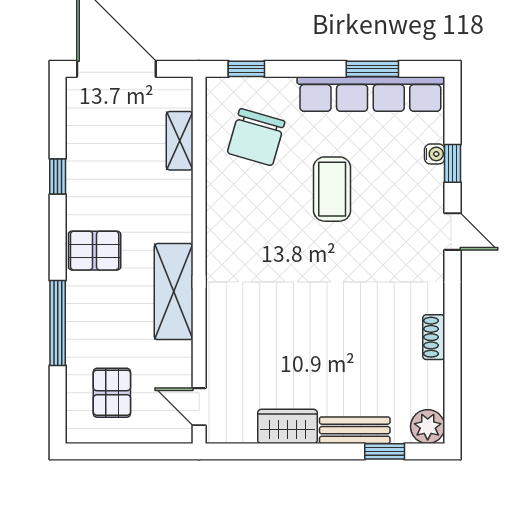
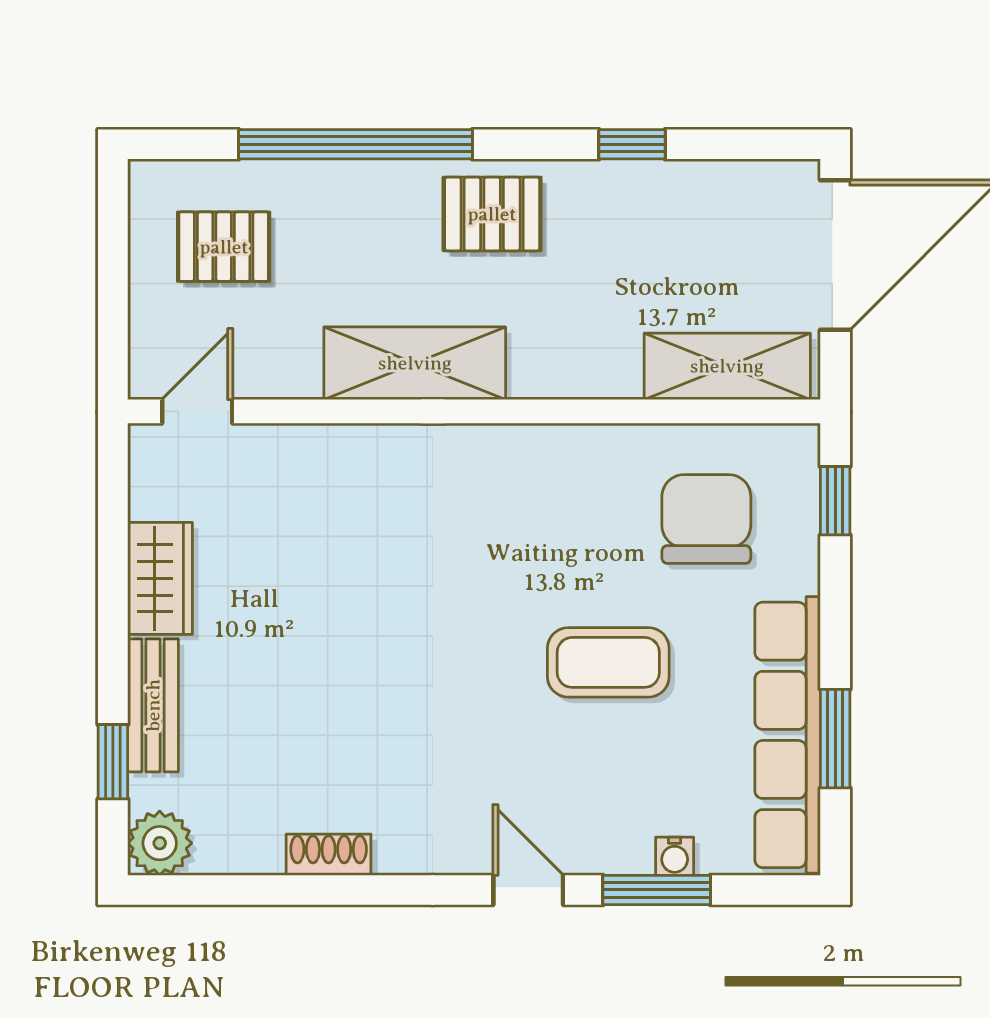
chair: (256, 137) -> (706, 519), turned 74
shelving: (180, 141) -> (727, 366), width x1.50, depth x1.33
window: (452, 163) -> (657, 890), width x1.50
door: (452, 231) -> (528, 890), swing flipped
pallet: (95, 251) -> (492, 214), turned 90
window: (58, 323) -> (356, 144), width x1.46

